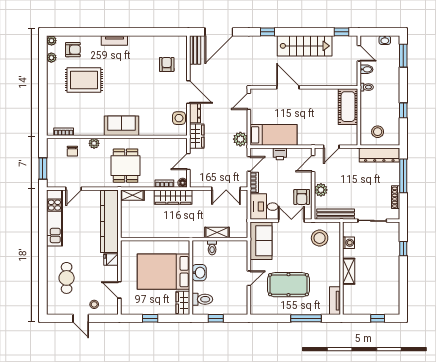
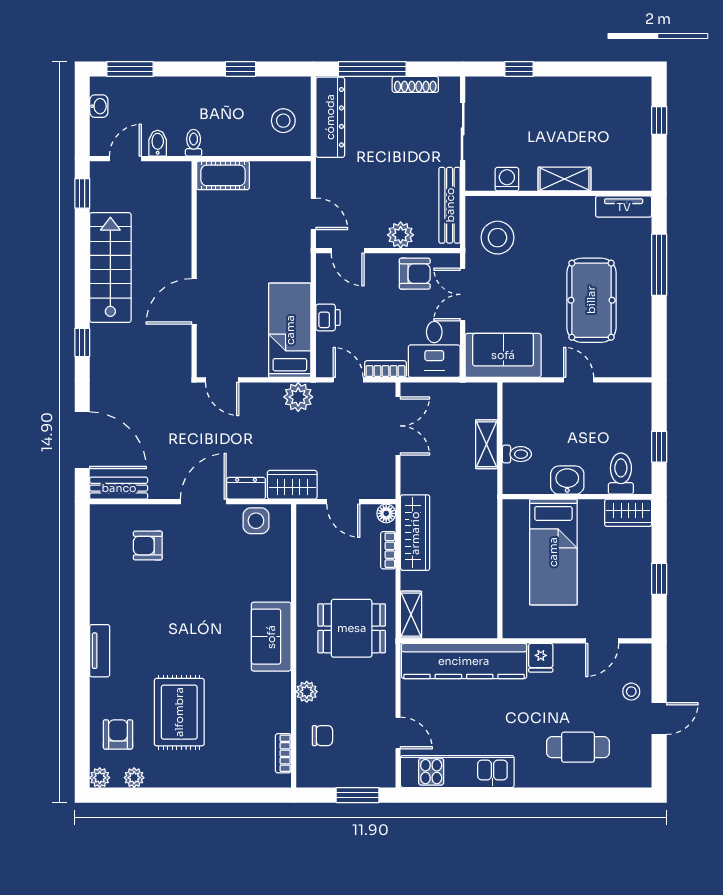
cot: (348, 107) -> (223, 175), width x0.73, depth x0.75
bed: (163, 272) -> (553, 552), width x0.67

